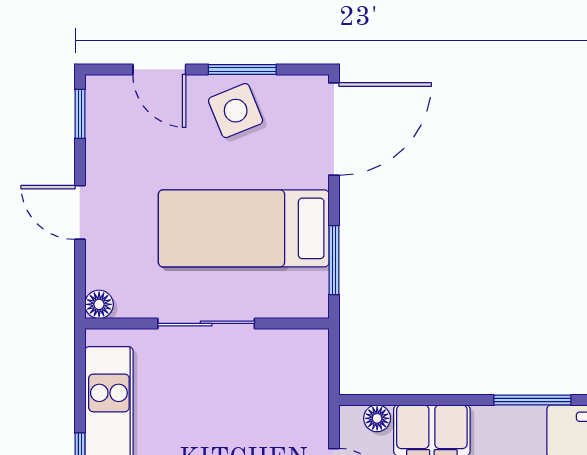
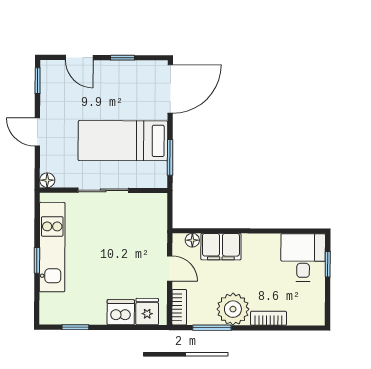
window: (242, 69) -> (122, 58), width x0.67
side table: (236, 111) -> (119, 79), removed
window: (532, 400) -> (274, 231), removed

